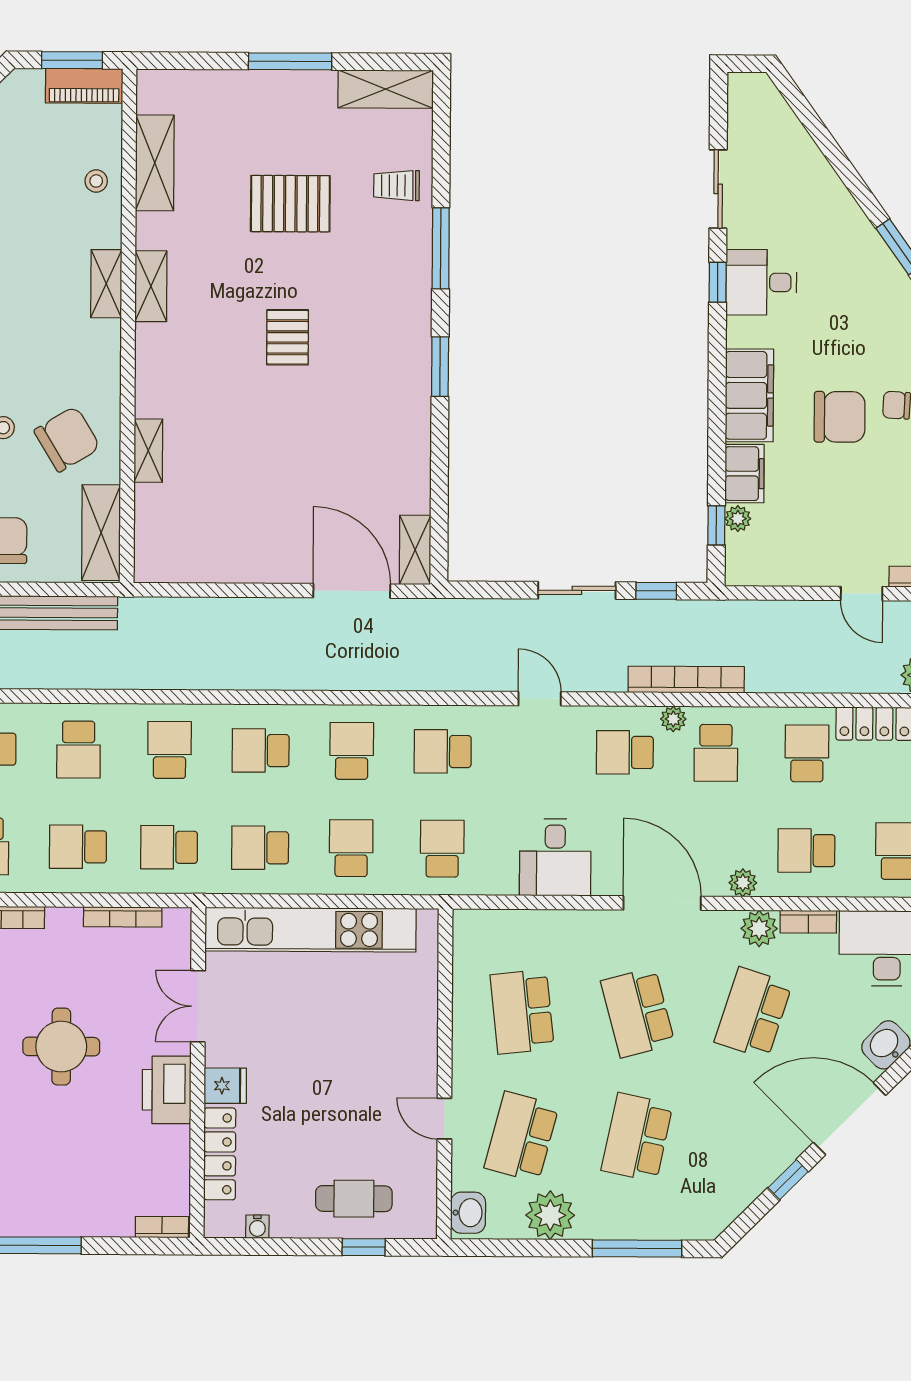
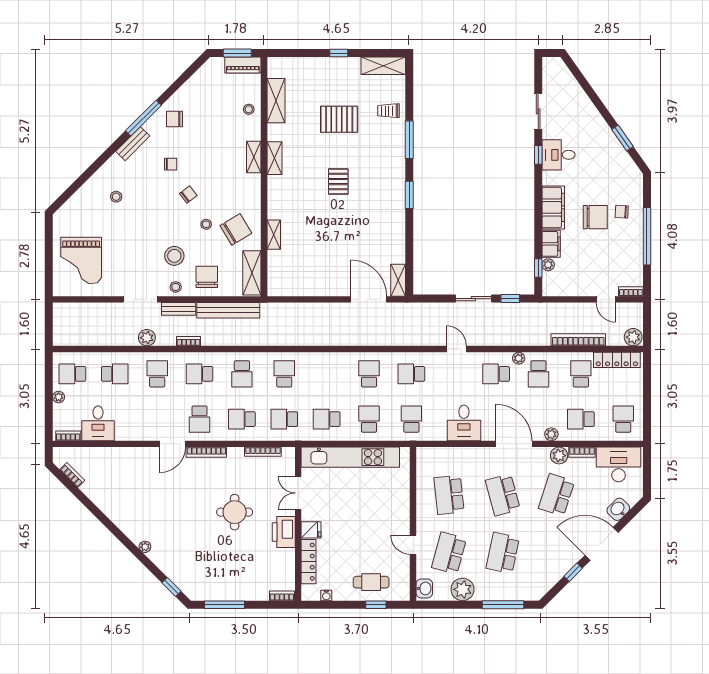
window: (290, 61) -> (339, 53), width x0.46
bookcase: (686, 680) -> (578, 340), moved
school desk: (261, 750) -> (327, 374), removed

